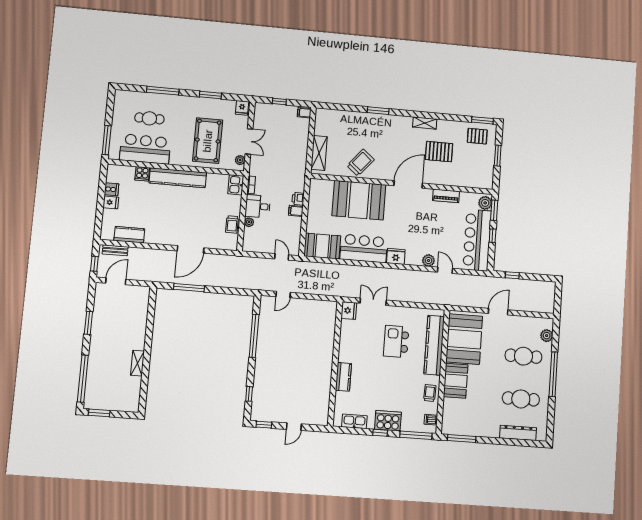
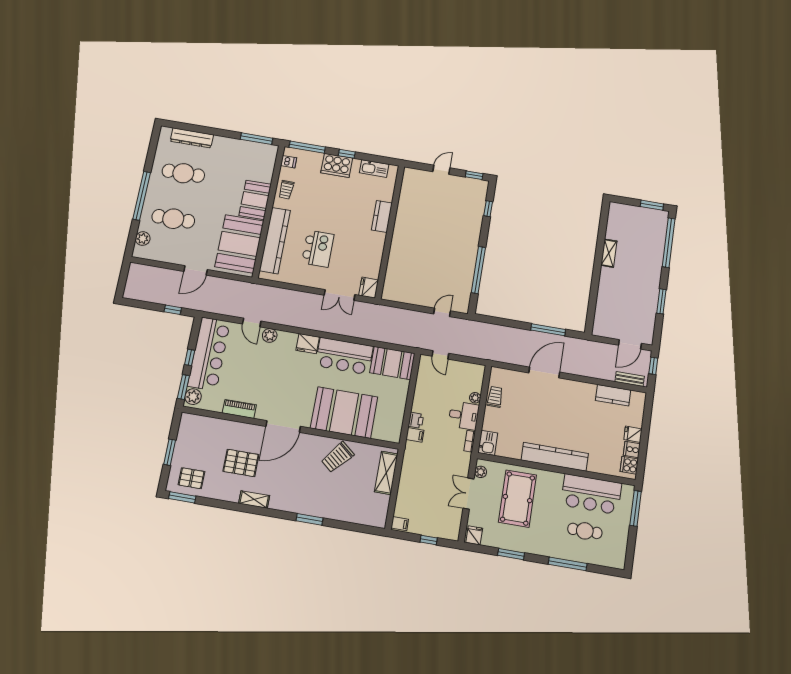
cooker: (142, 174) -> (629, 465), moved, turned -90
filing cabinet: (296, 211) -> (415, 435), moved

